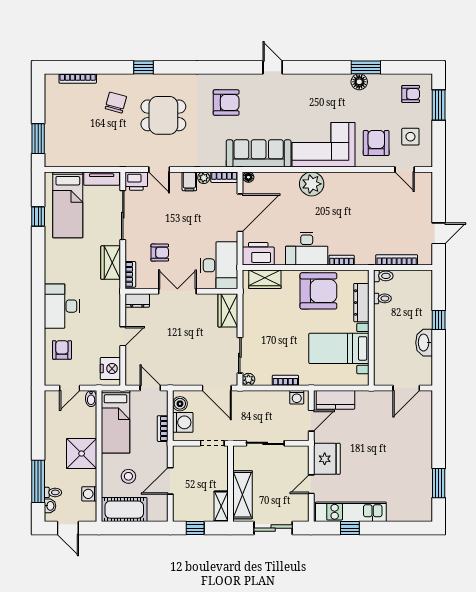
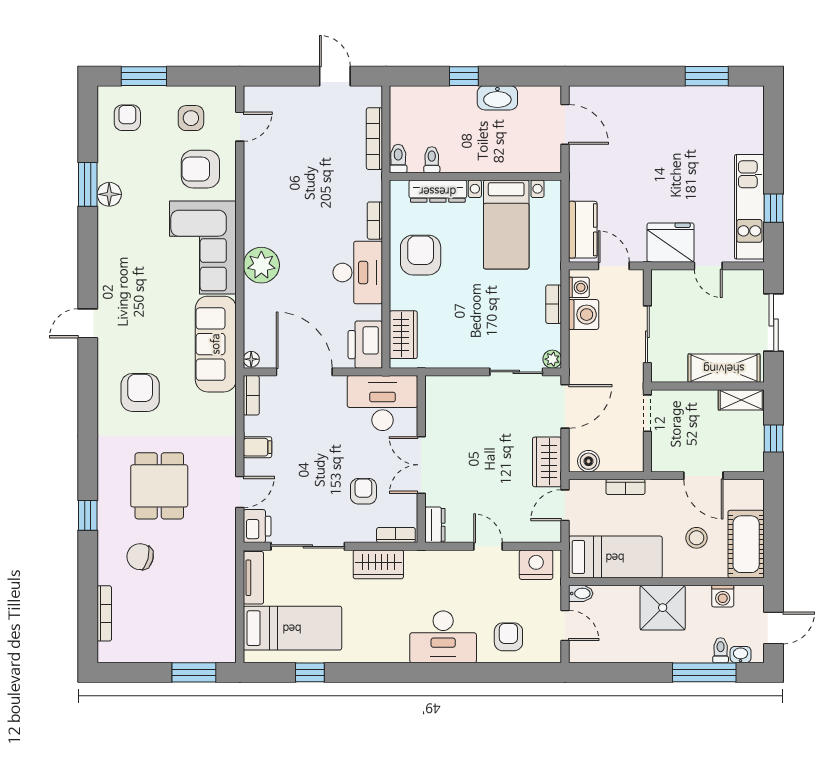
plant: (204, 178) -> (252, 426), removed
armchair: (318, 291) -> (421, 255), width x0.73, depth x0.73
wardrobe: (228, 310) -> (547, 462), moved, turned 90
armchair: (62, 350) -> (508, 637), turned 90
washing machine: (183, 422) -> (584, 315), moved, turned 90

